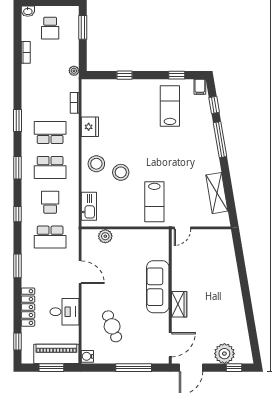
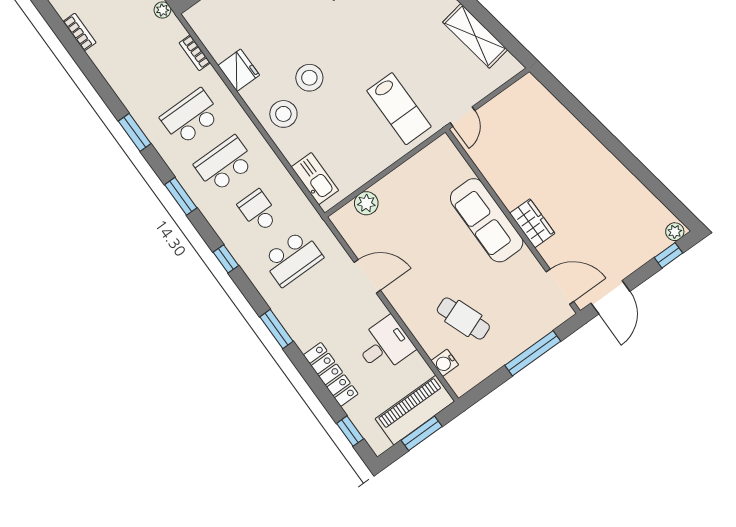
school desk: (50, 167) -> (225, 164), turned 180
stool: (121, 172) -> (309, 78), moved
door: (170, 345) -> (560, 287), hinge flipped
plant: (224, 354) -> (675, 232), moved, width x0.53, depth x0.53
water cooler: (87, 356) -> (445, 363), moved

